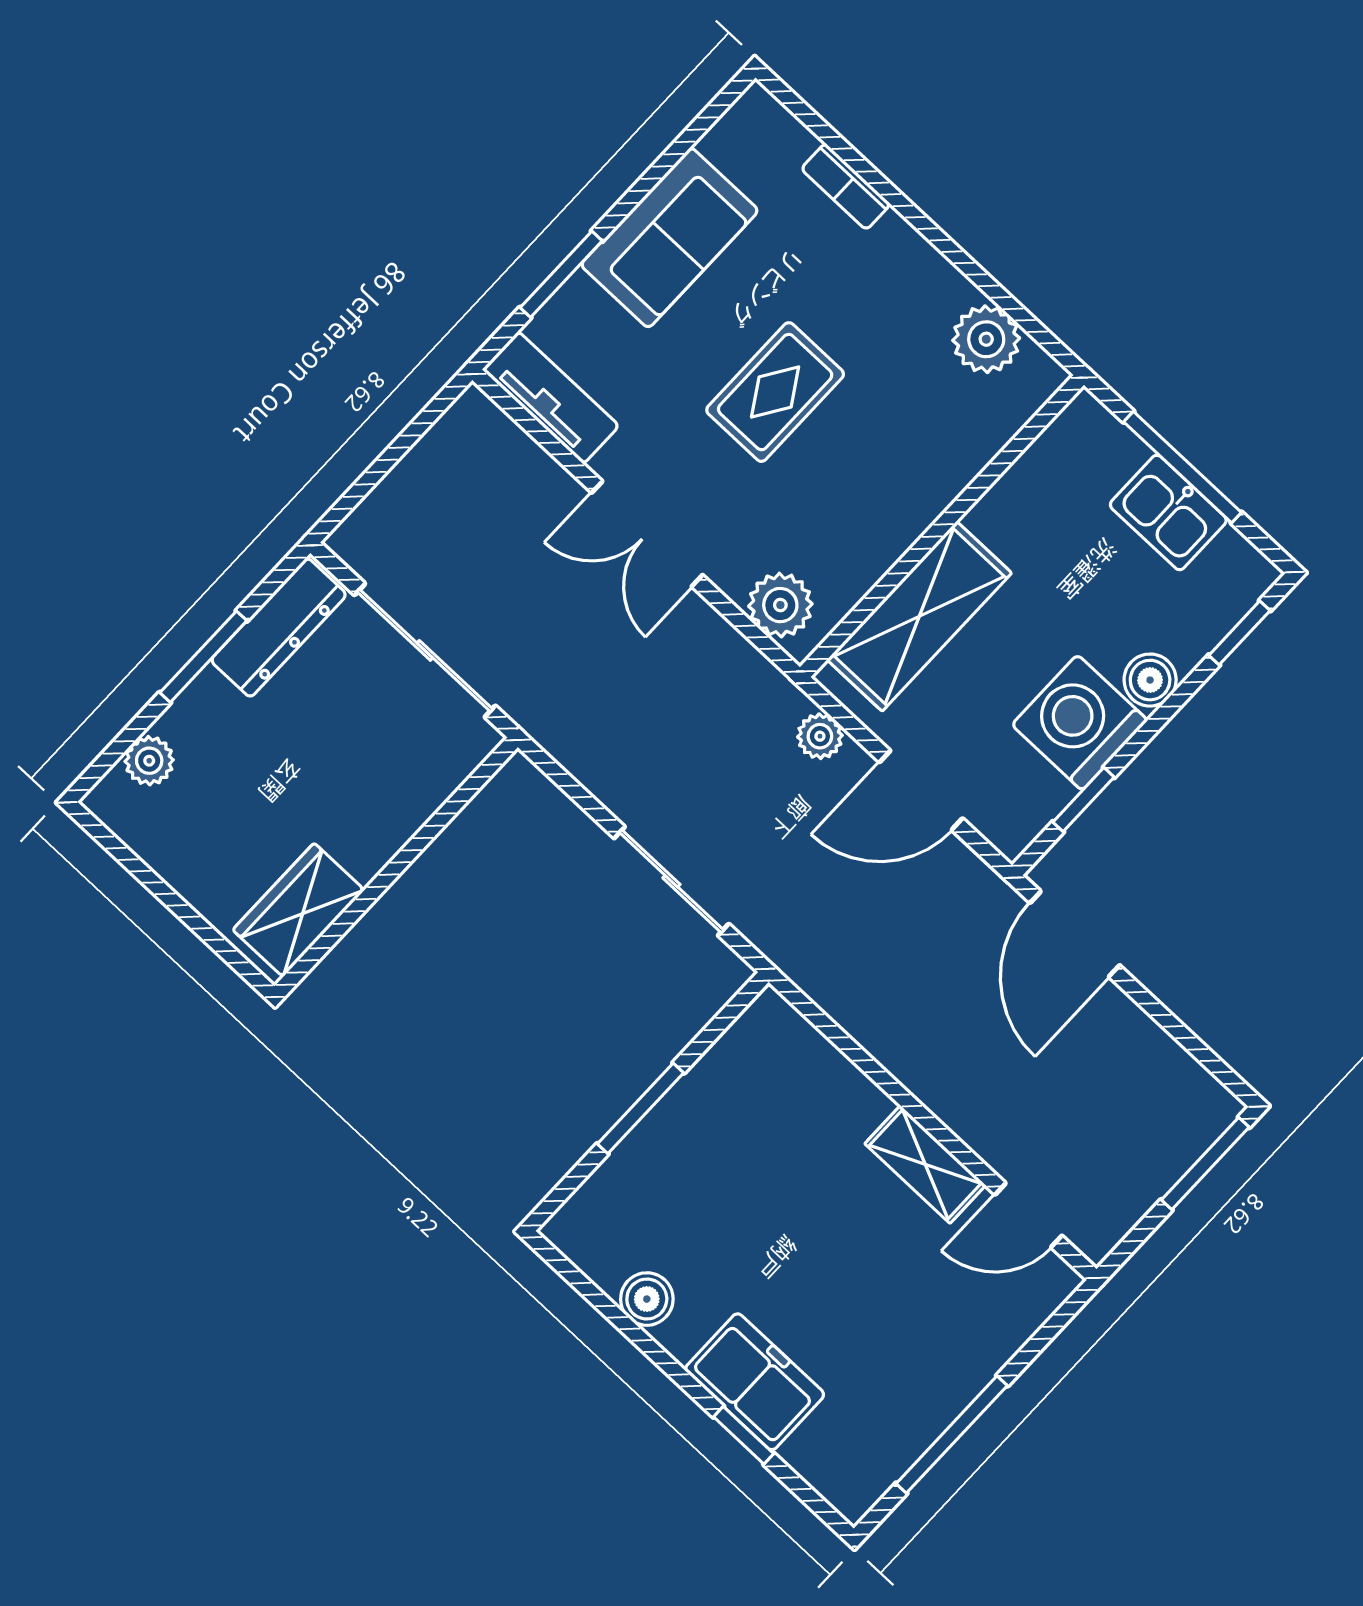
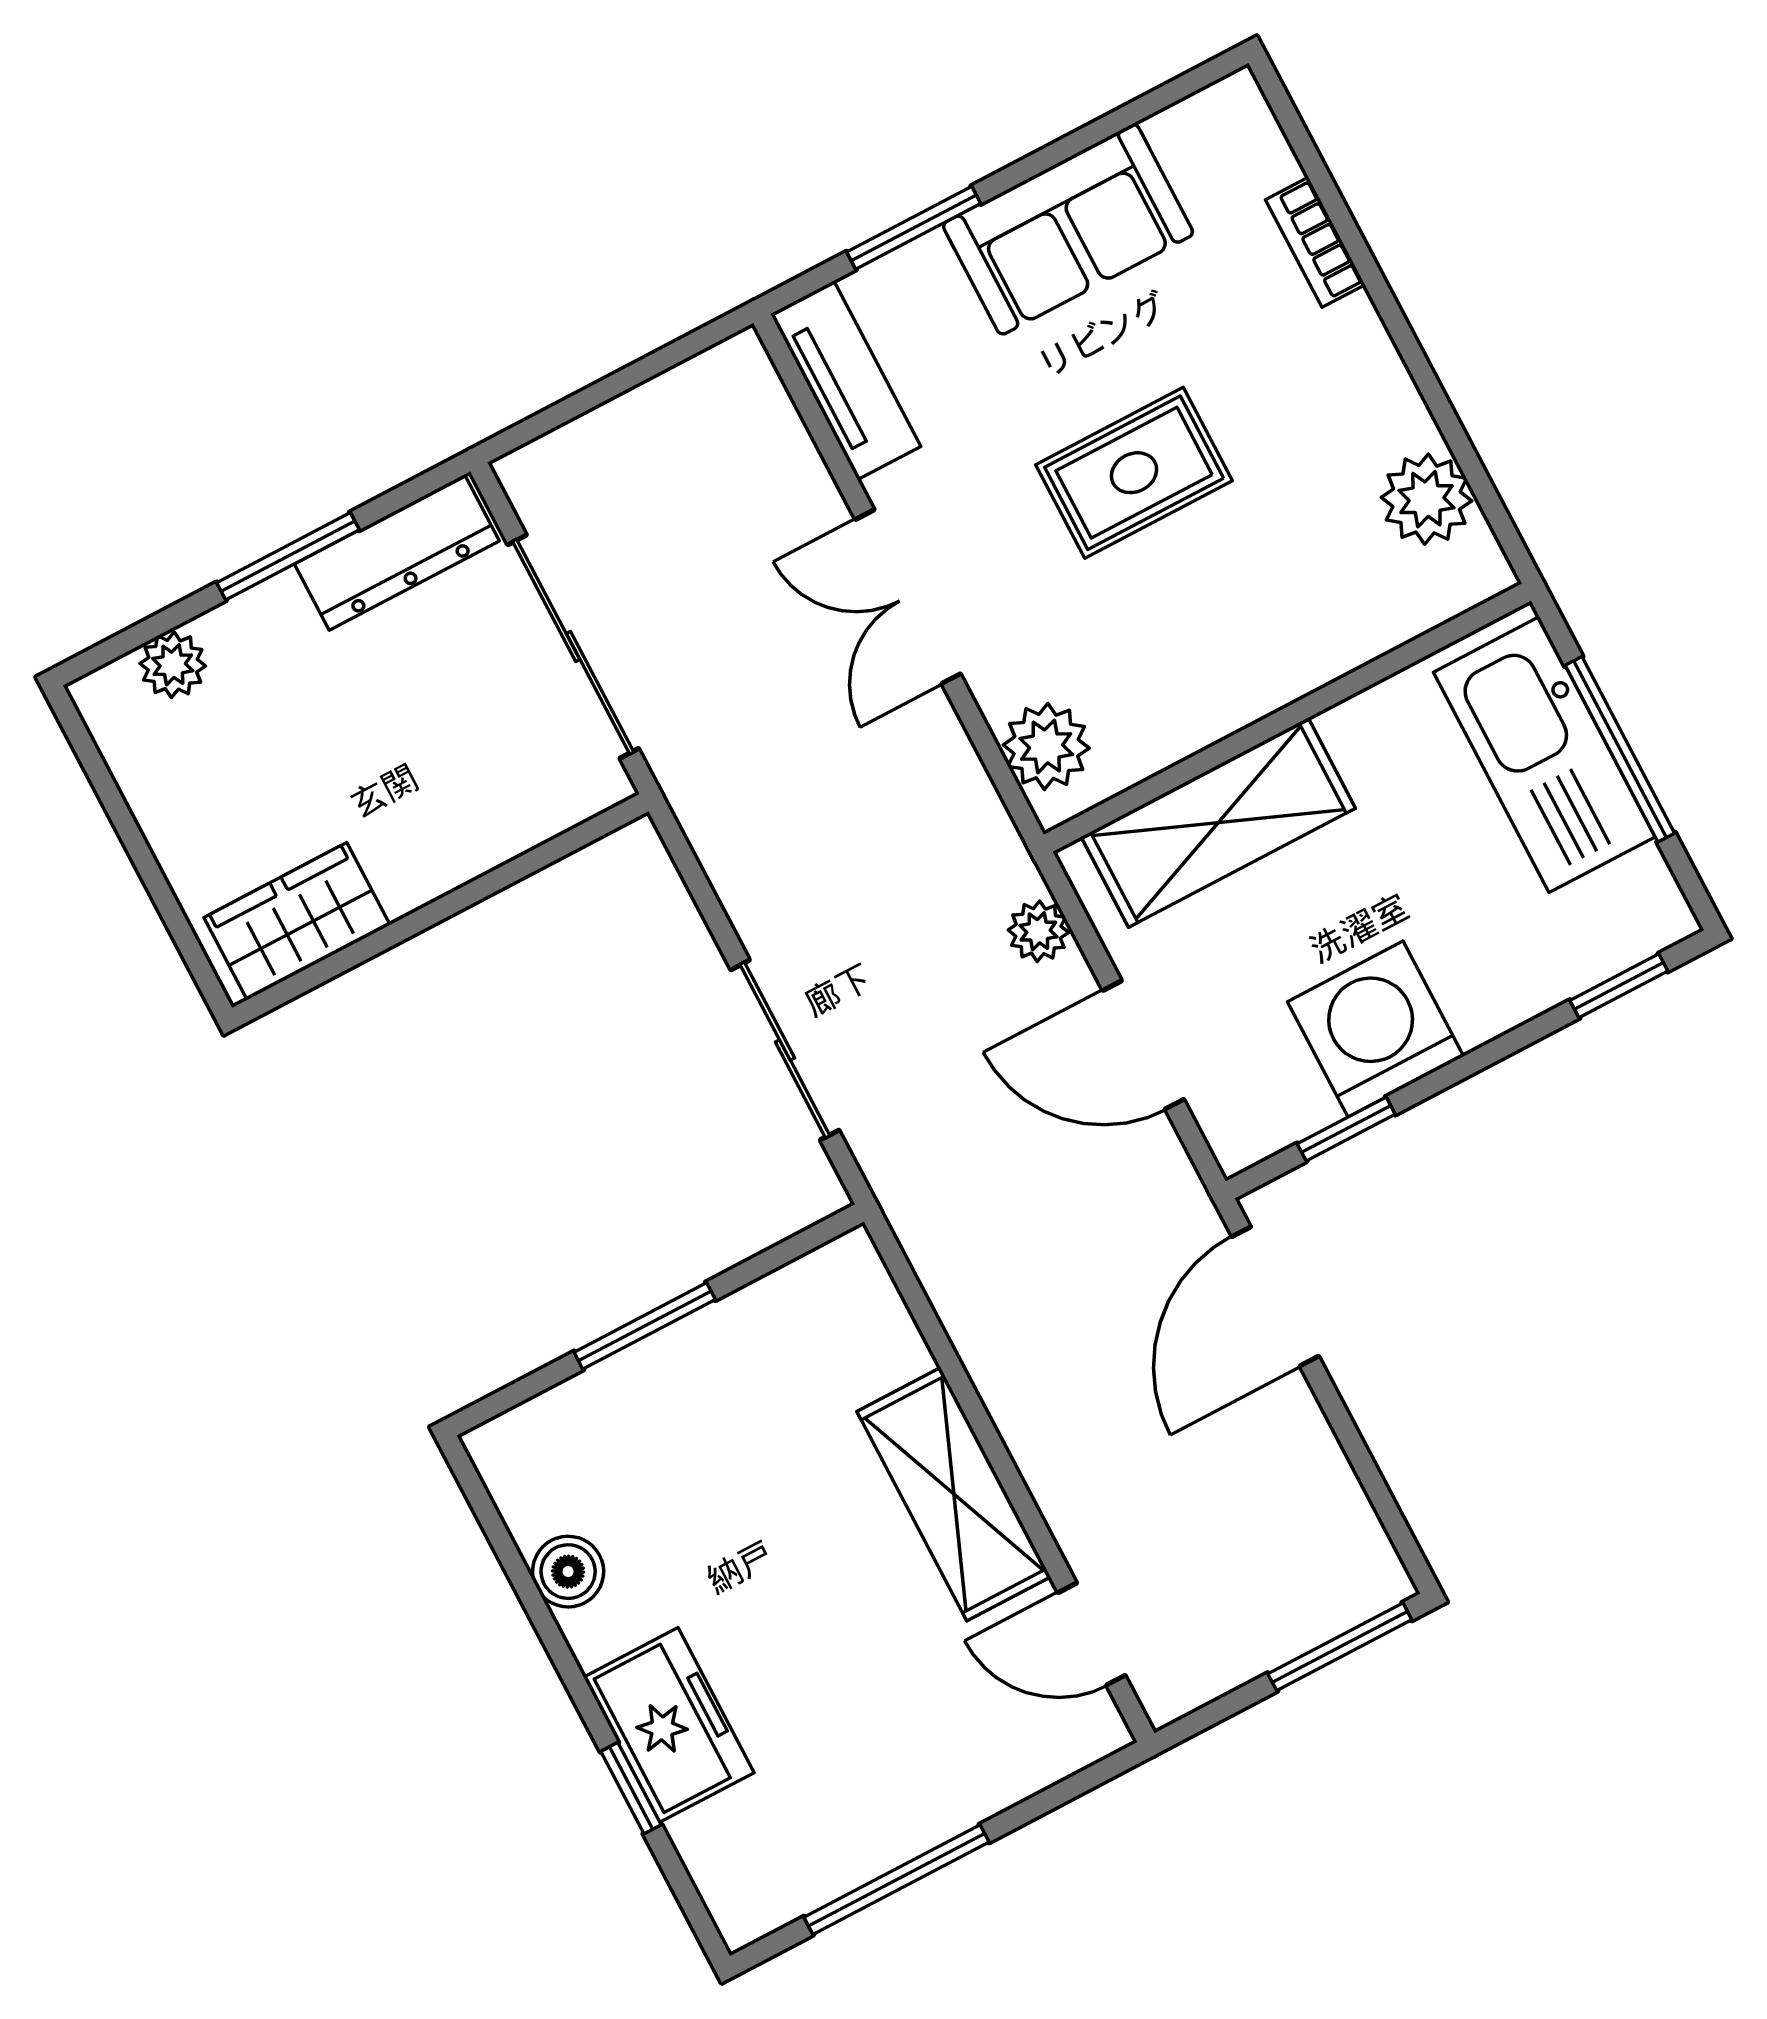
kitchen sink: (1168, 512) -> (1544, 755), width x1.87, depth x1.24
boiler: (1150, 680) -> (1484, 1006), removed
shelving: (925, 1164) -> (954, 1494), width x1.50, depth x1.33

